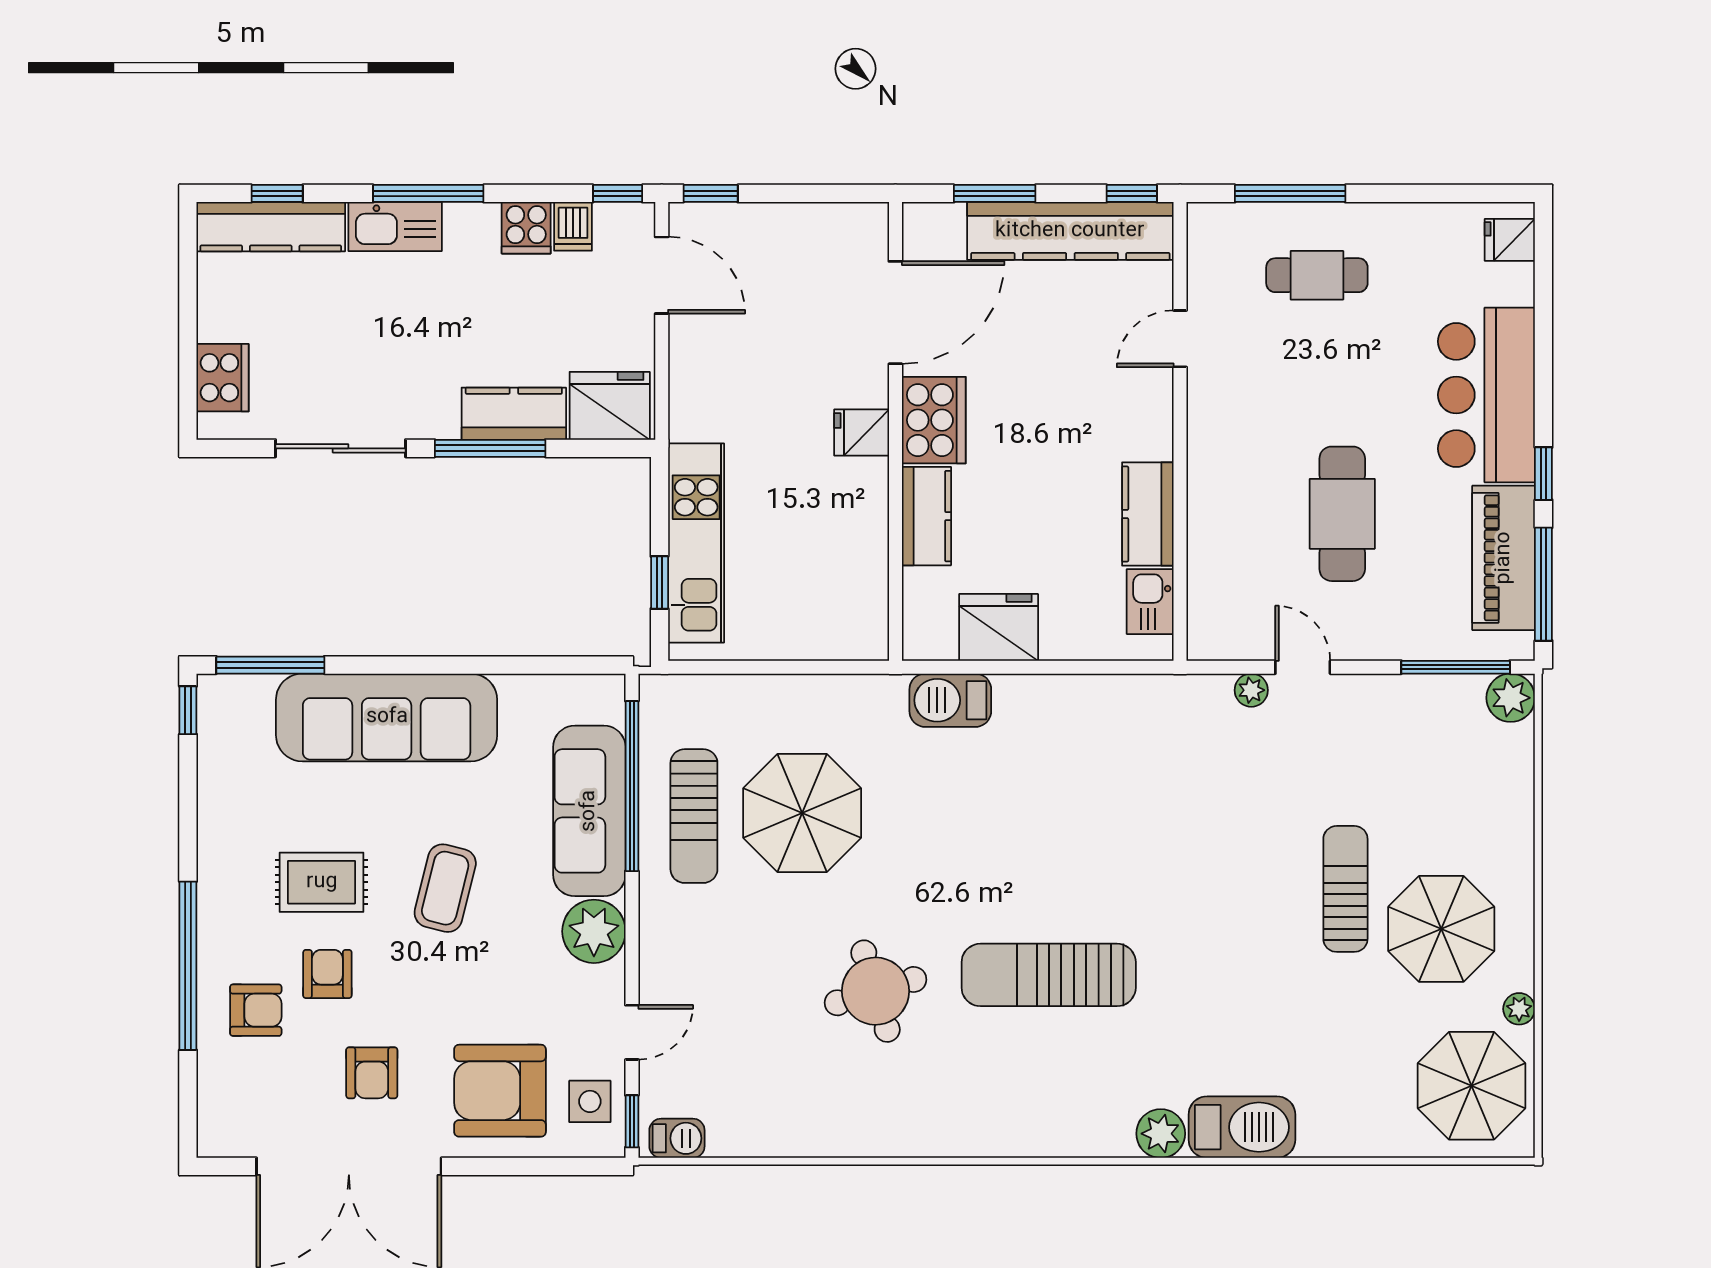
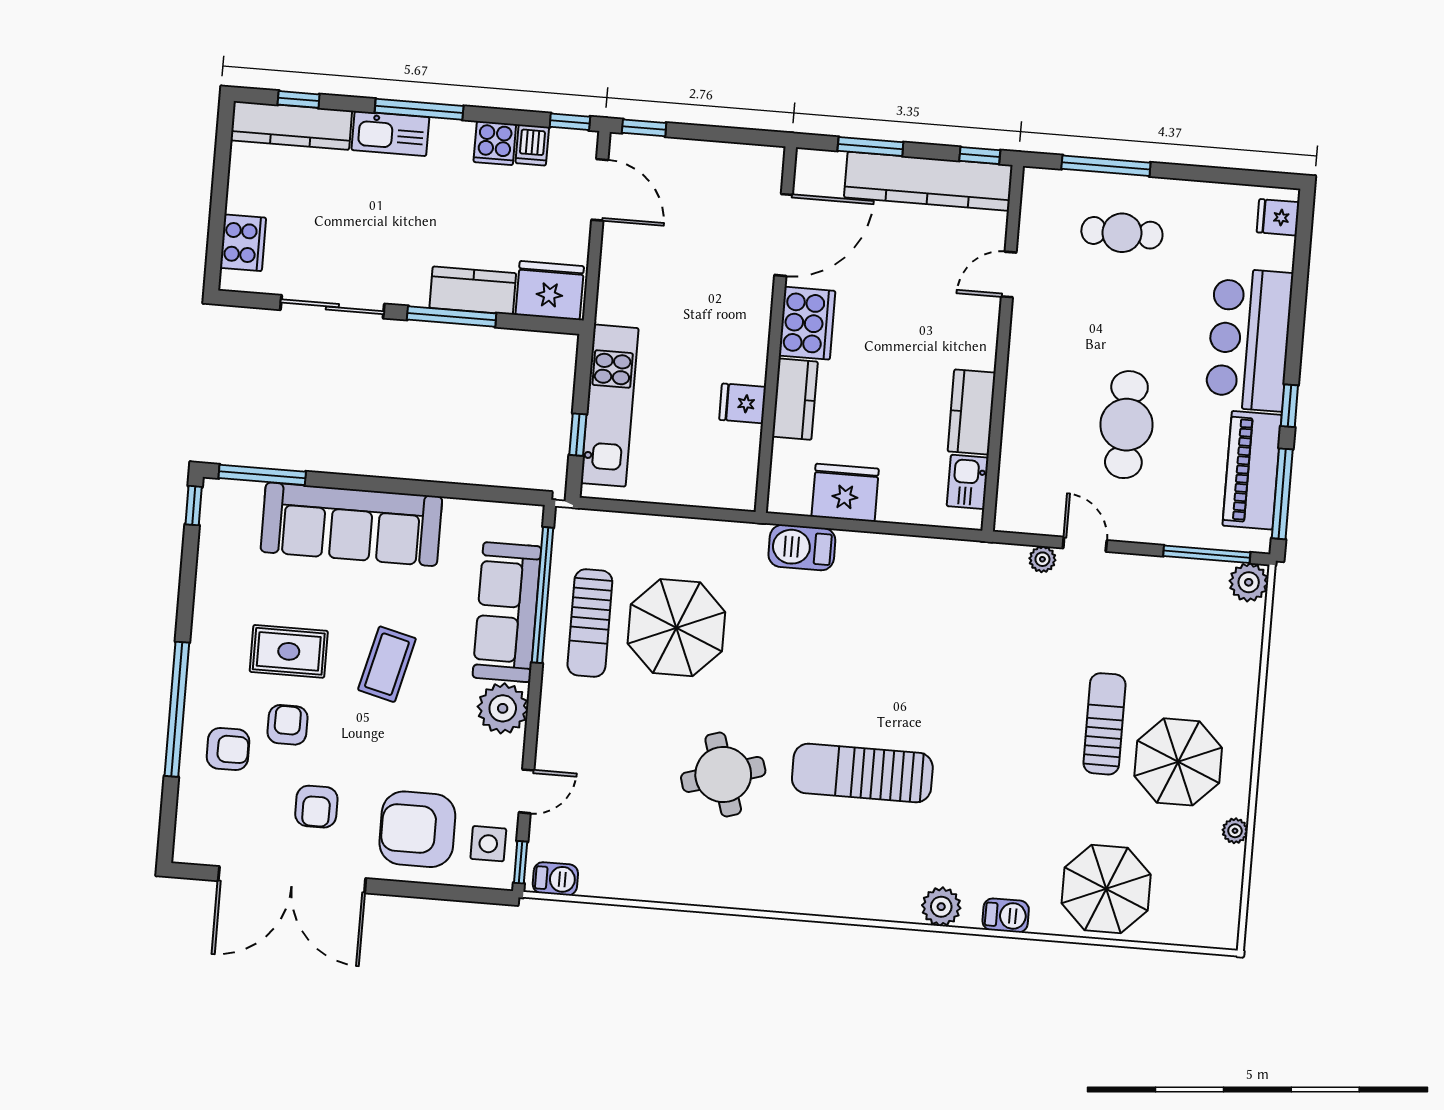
fridge: (862, 432) -> (743, 403), moved
parasol: (1471, 1086) -> (1106, 889), moved
barbecue: (1242, 1127) -> (1006, 915), width x0.53, depth x0.65

